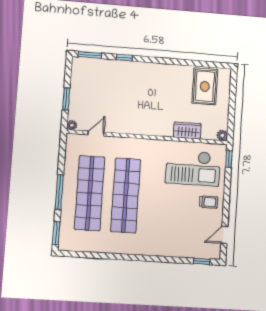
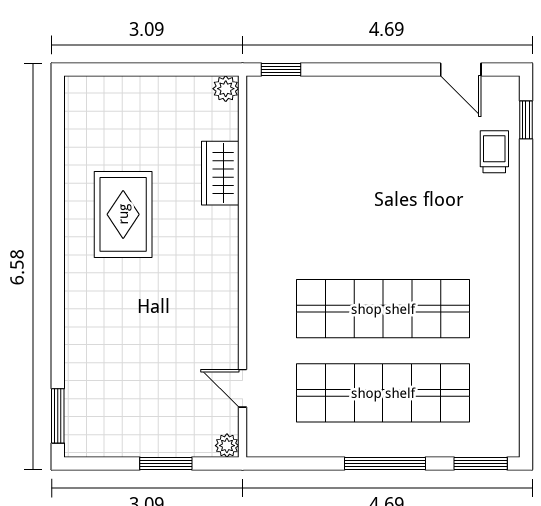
window: (124, 58) -> (58, 334), removed
rug: (205, 86) -> (123, 214), moved, turned 90
checkout: (193, 168) -> (308, 154), removed
trolley: (209, 202) -> (494, 152), moved

